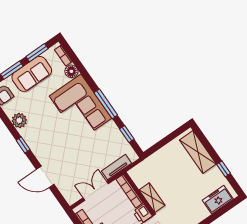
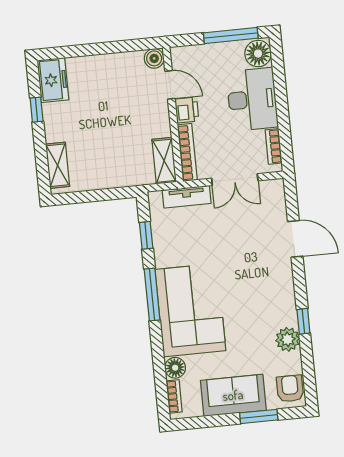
window: (37, 53) -> (209, 421), removed
window: (23, 145) -> (303, 321), moved
shelving: (198, 152) -> (58, 165), width x0.67, depth x0.75
shelving: (152, 198) -> (164, 161), moved
freezer: (218, 200) -> (53, 80), moved, turned -90

